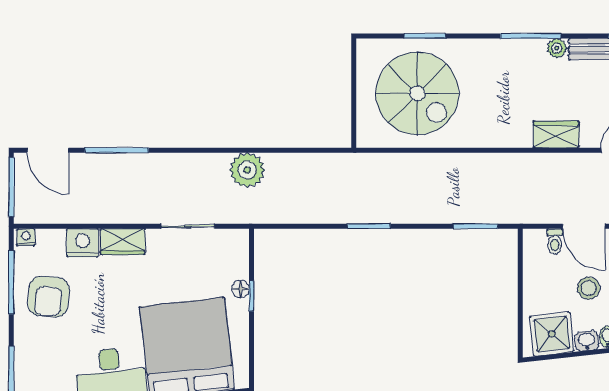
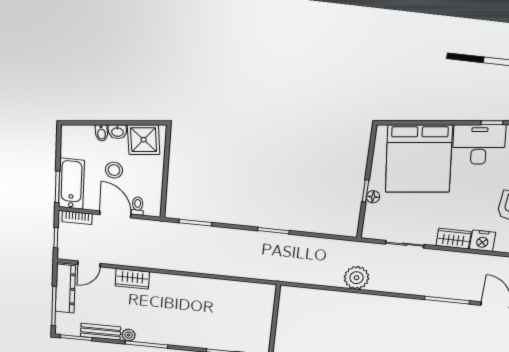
spiral stairs: (417, 93) -> (230, 316), removed

